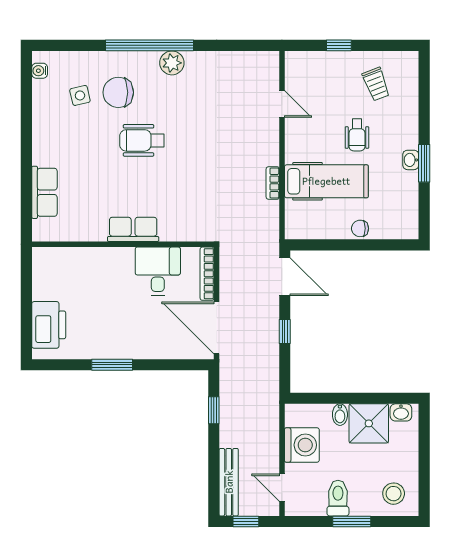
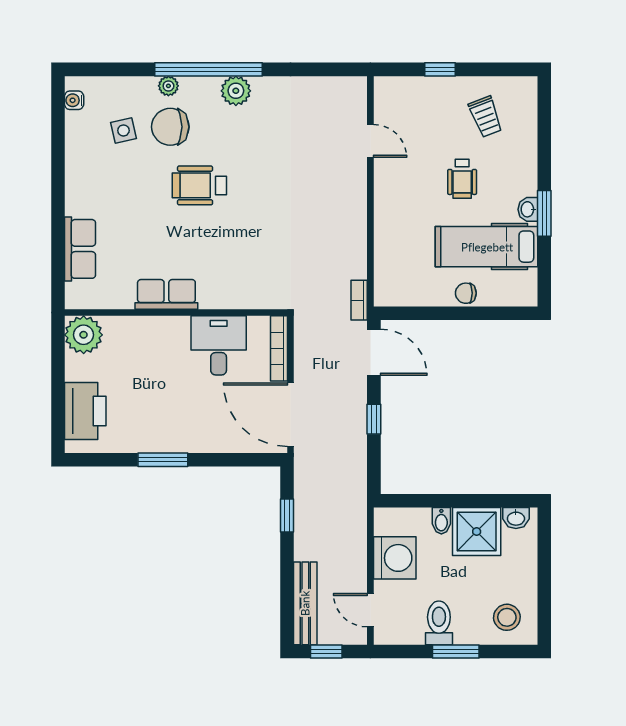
plant: (117, 59) -> (168, 86), added
hospital bed: (326, 181) -> (487, 247), moved, turned 180
bookcase: (273, 183) -> (359, 300), moved
row of seats: (133, 229) -> (166, 294), moved
plant: (47, 262) -> (84, 335), added

